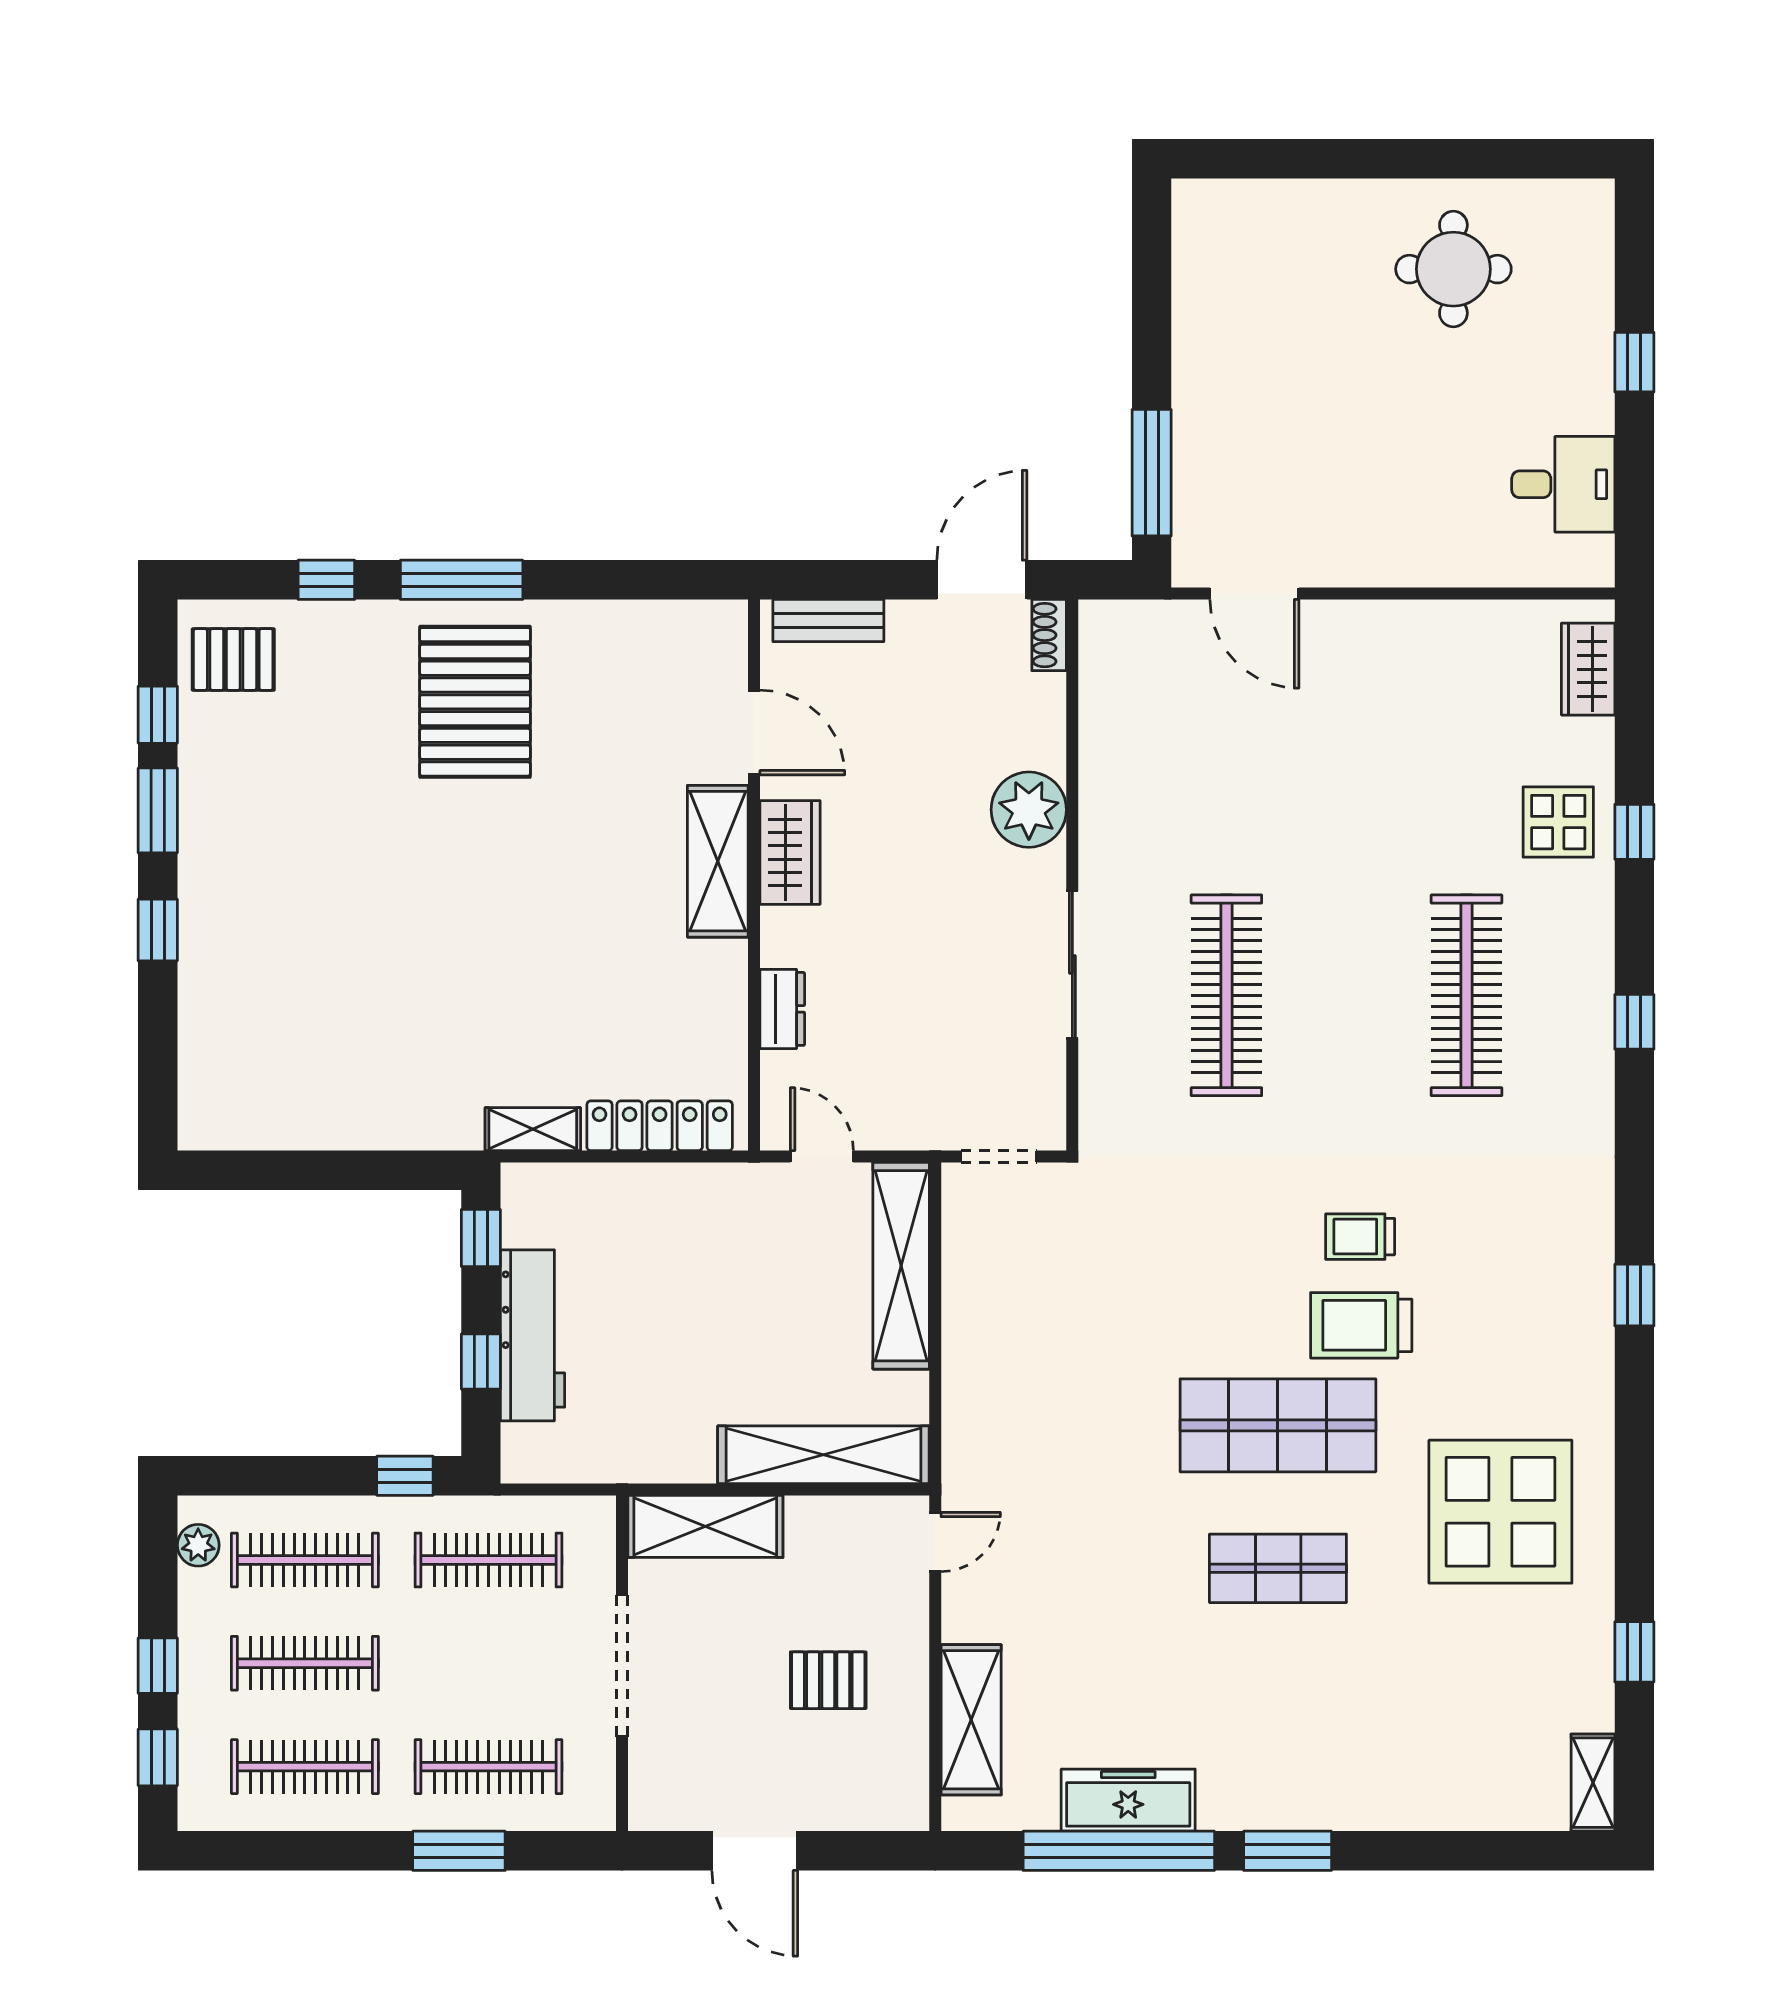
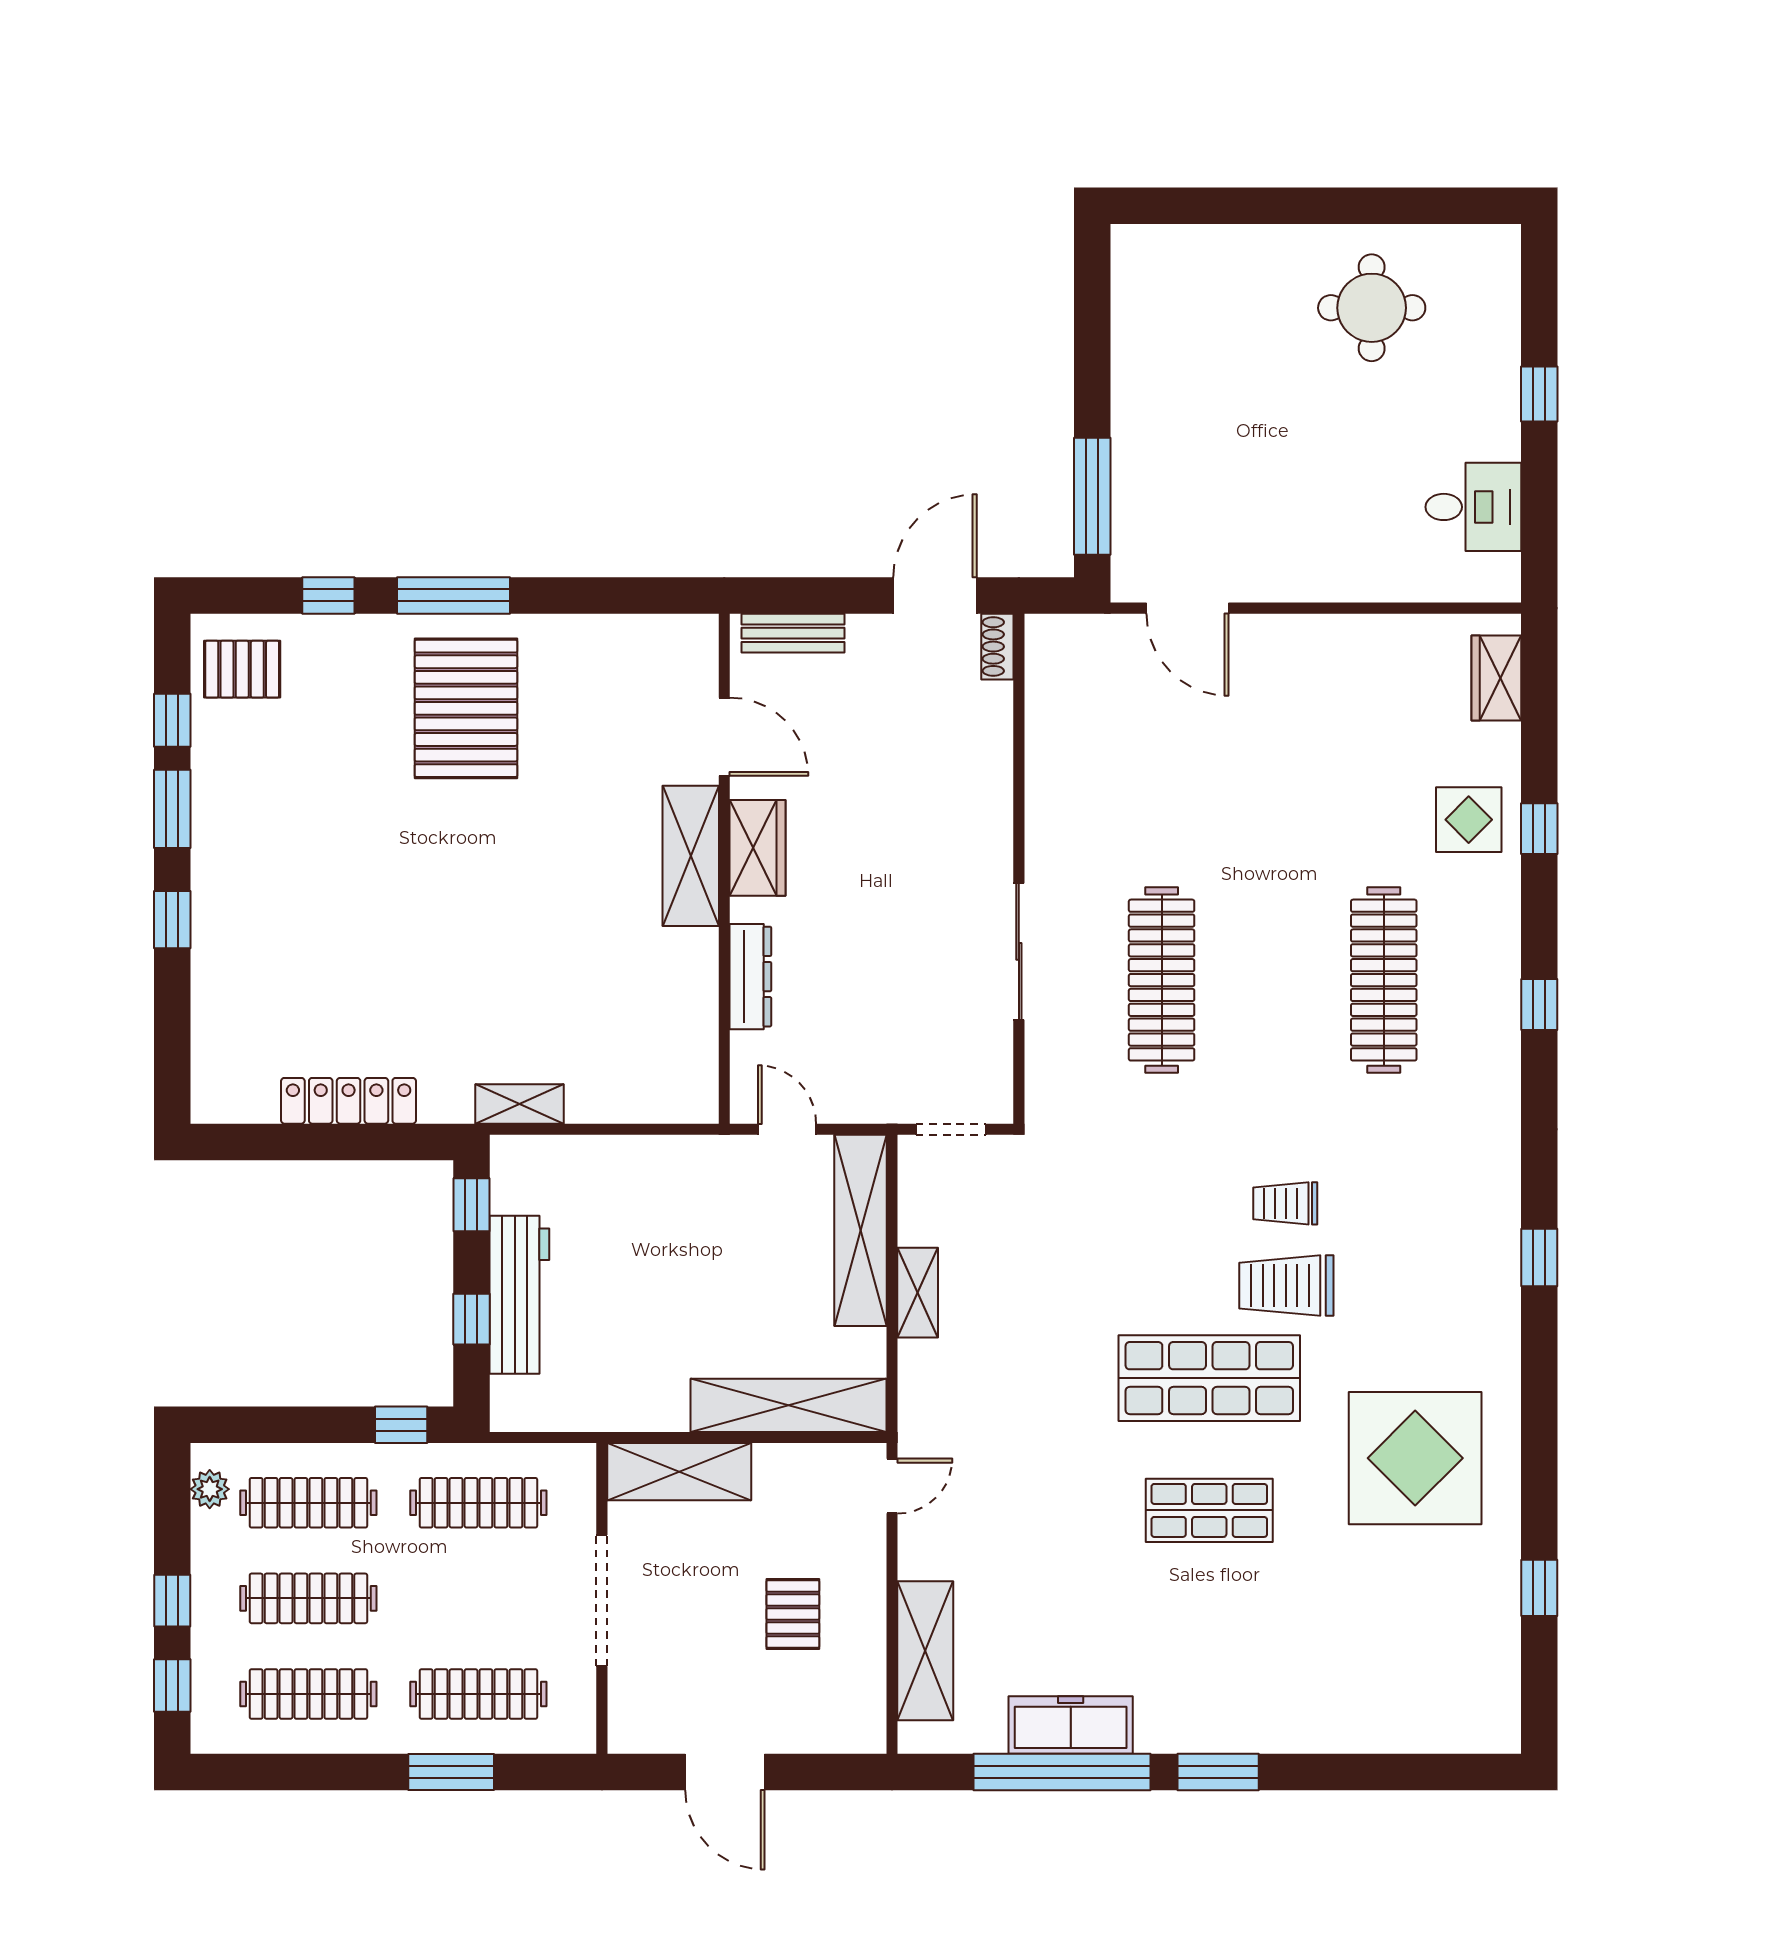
plant: (1029, 810) -> (979, 808), removed
dresser: (782, 1009) -> (750, 977), width x1.44
locker: (660, 1126) -> (349, 1101), moved
pallet: (828, 1680) -> (793, 1614), turned 90
shelving: (1593, 1783) -> (918, 1293), moved

